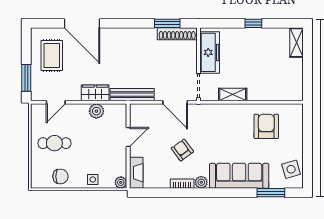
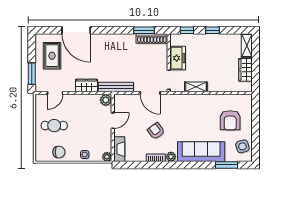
window: (221, 23) -> (187, 30), added
freezer: (210, 52) -> (178, 58), width x0.71
wardrobe: (295, 73) -> (245, 70), added
plant: (96, 111) -> (106, 100), moved
armchair: (266, 126) -> (230, 120), moved, turned 180

